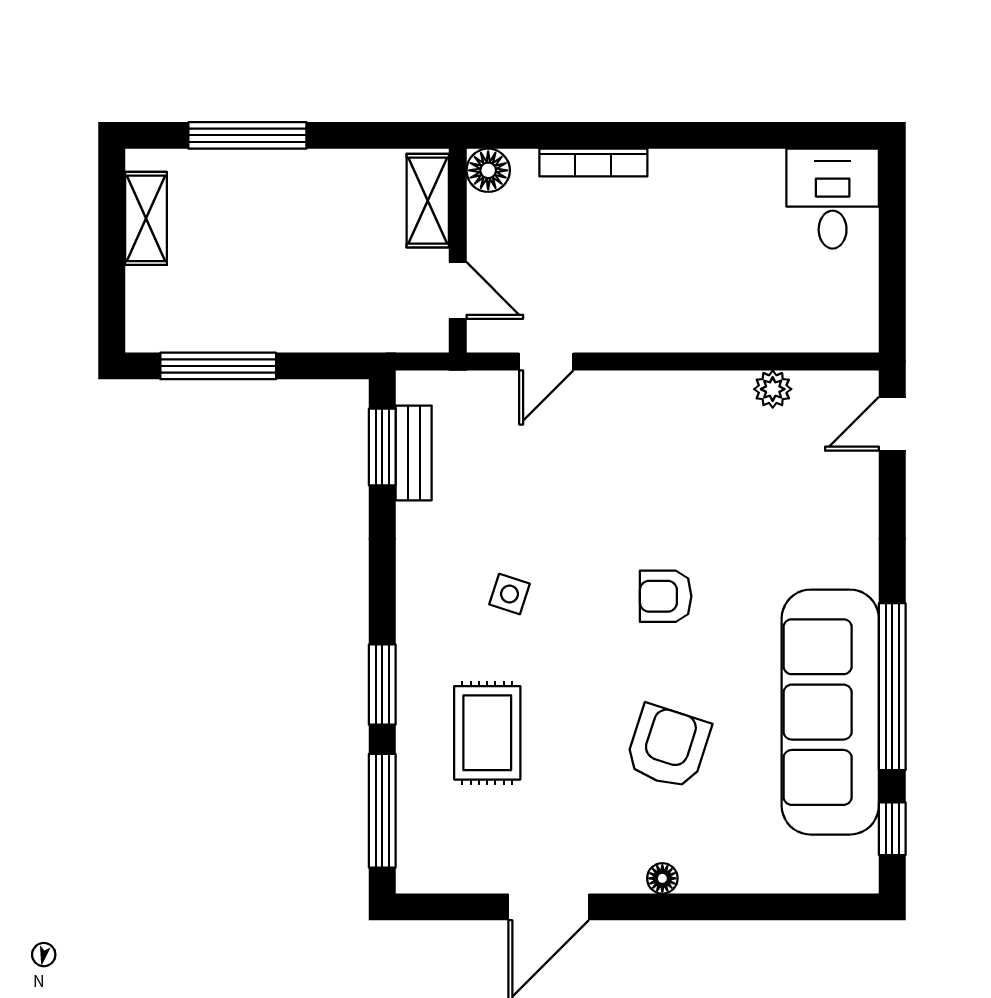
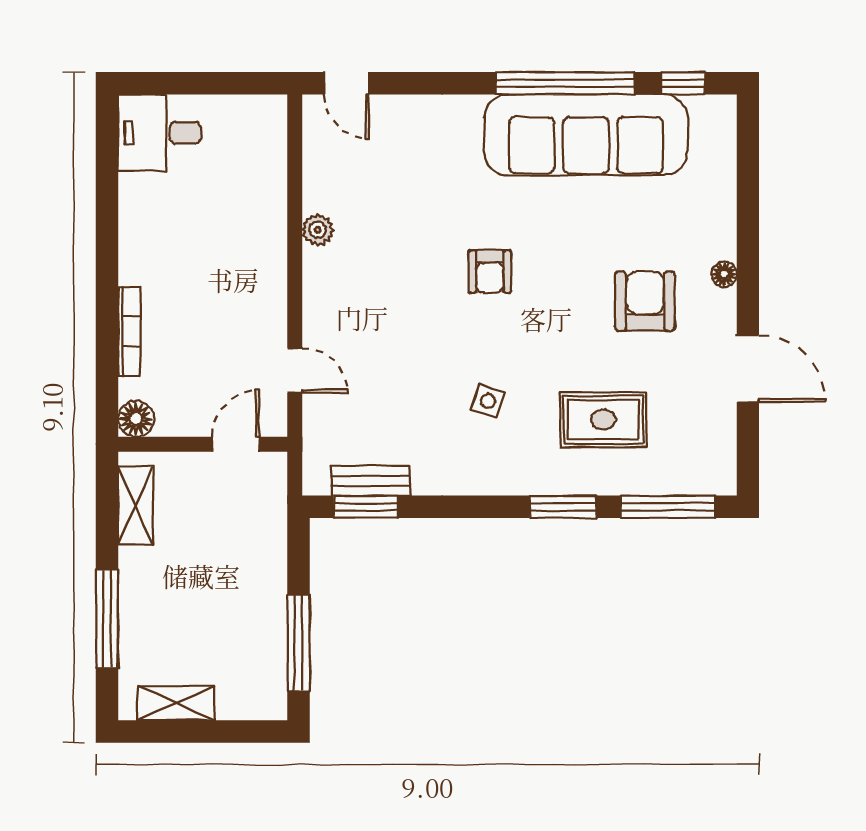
shelving: (428, 201) -> (136, 505), moved, turned 90
plant: (773, 389) -> (318, 230), moved
armchair: (668, 747) -> (645, 301), moved, turned 72

